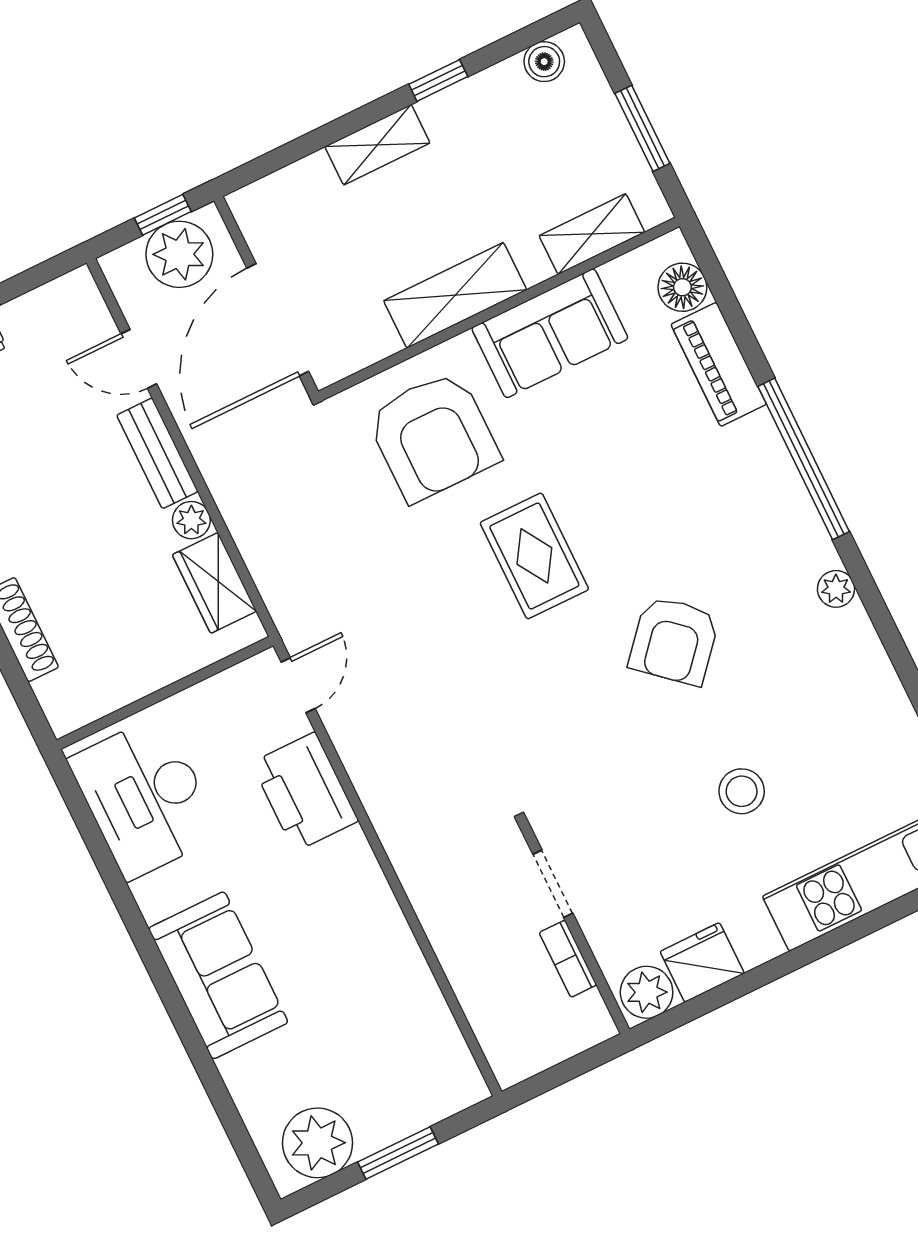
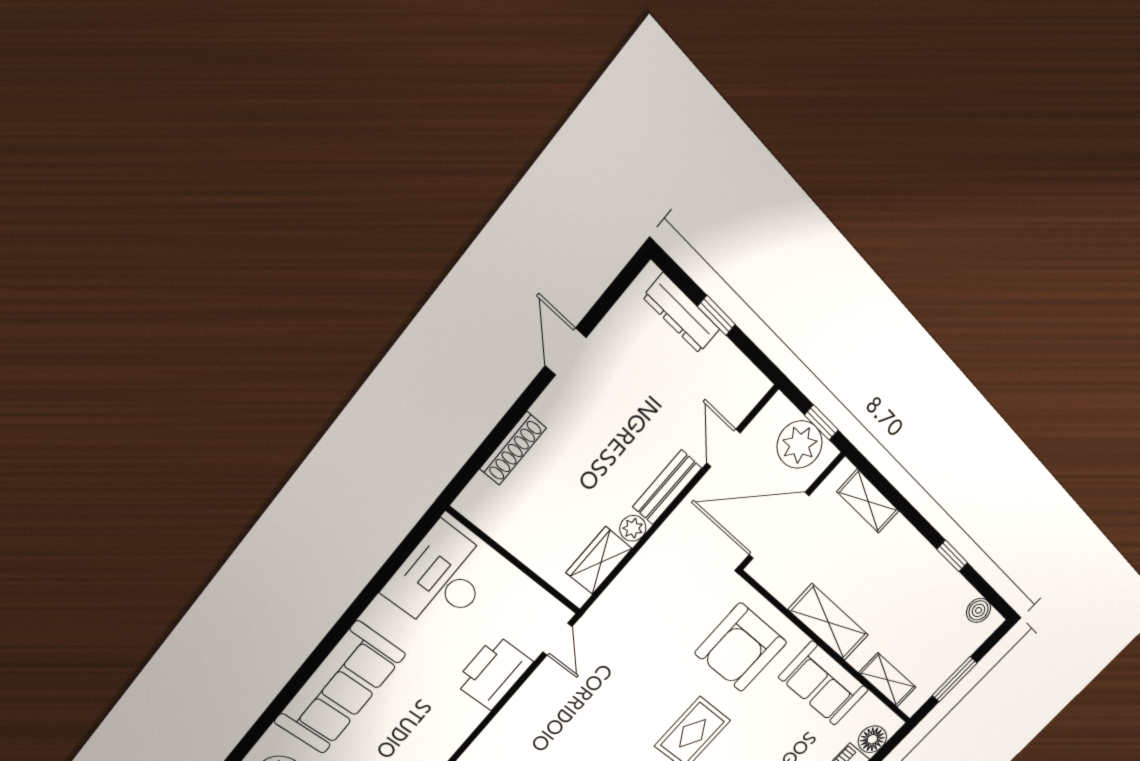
shelving: (377, 145) -> (868, 501), moved
door: (298, 685) -> (557, 639), hinge flipped
sofa: (218, 975) -> (340, 688), width x1.36

